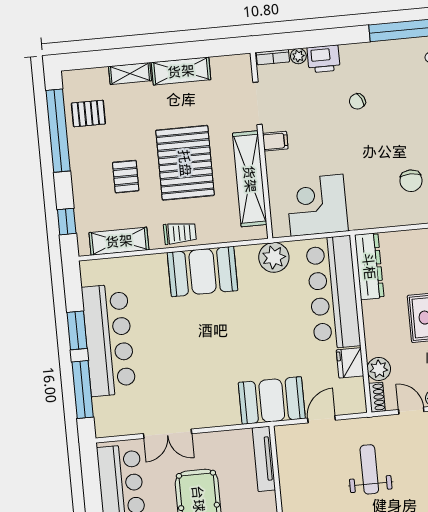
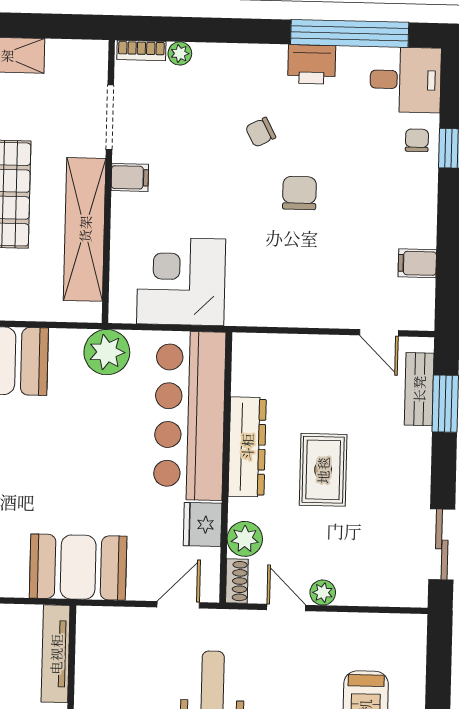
printer: (324, 59) -> (312, 64), moved
chair: (411, 181) -> (299, 193), moved, turned 180
dresser: (369, 266) -> (247, 447), moved
door: (321, 419) -> (178, 605), moved

